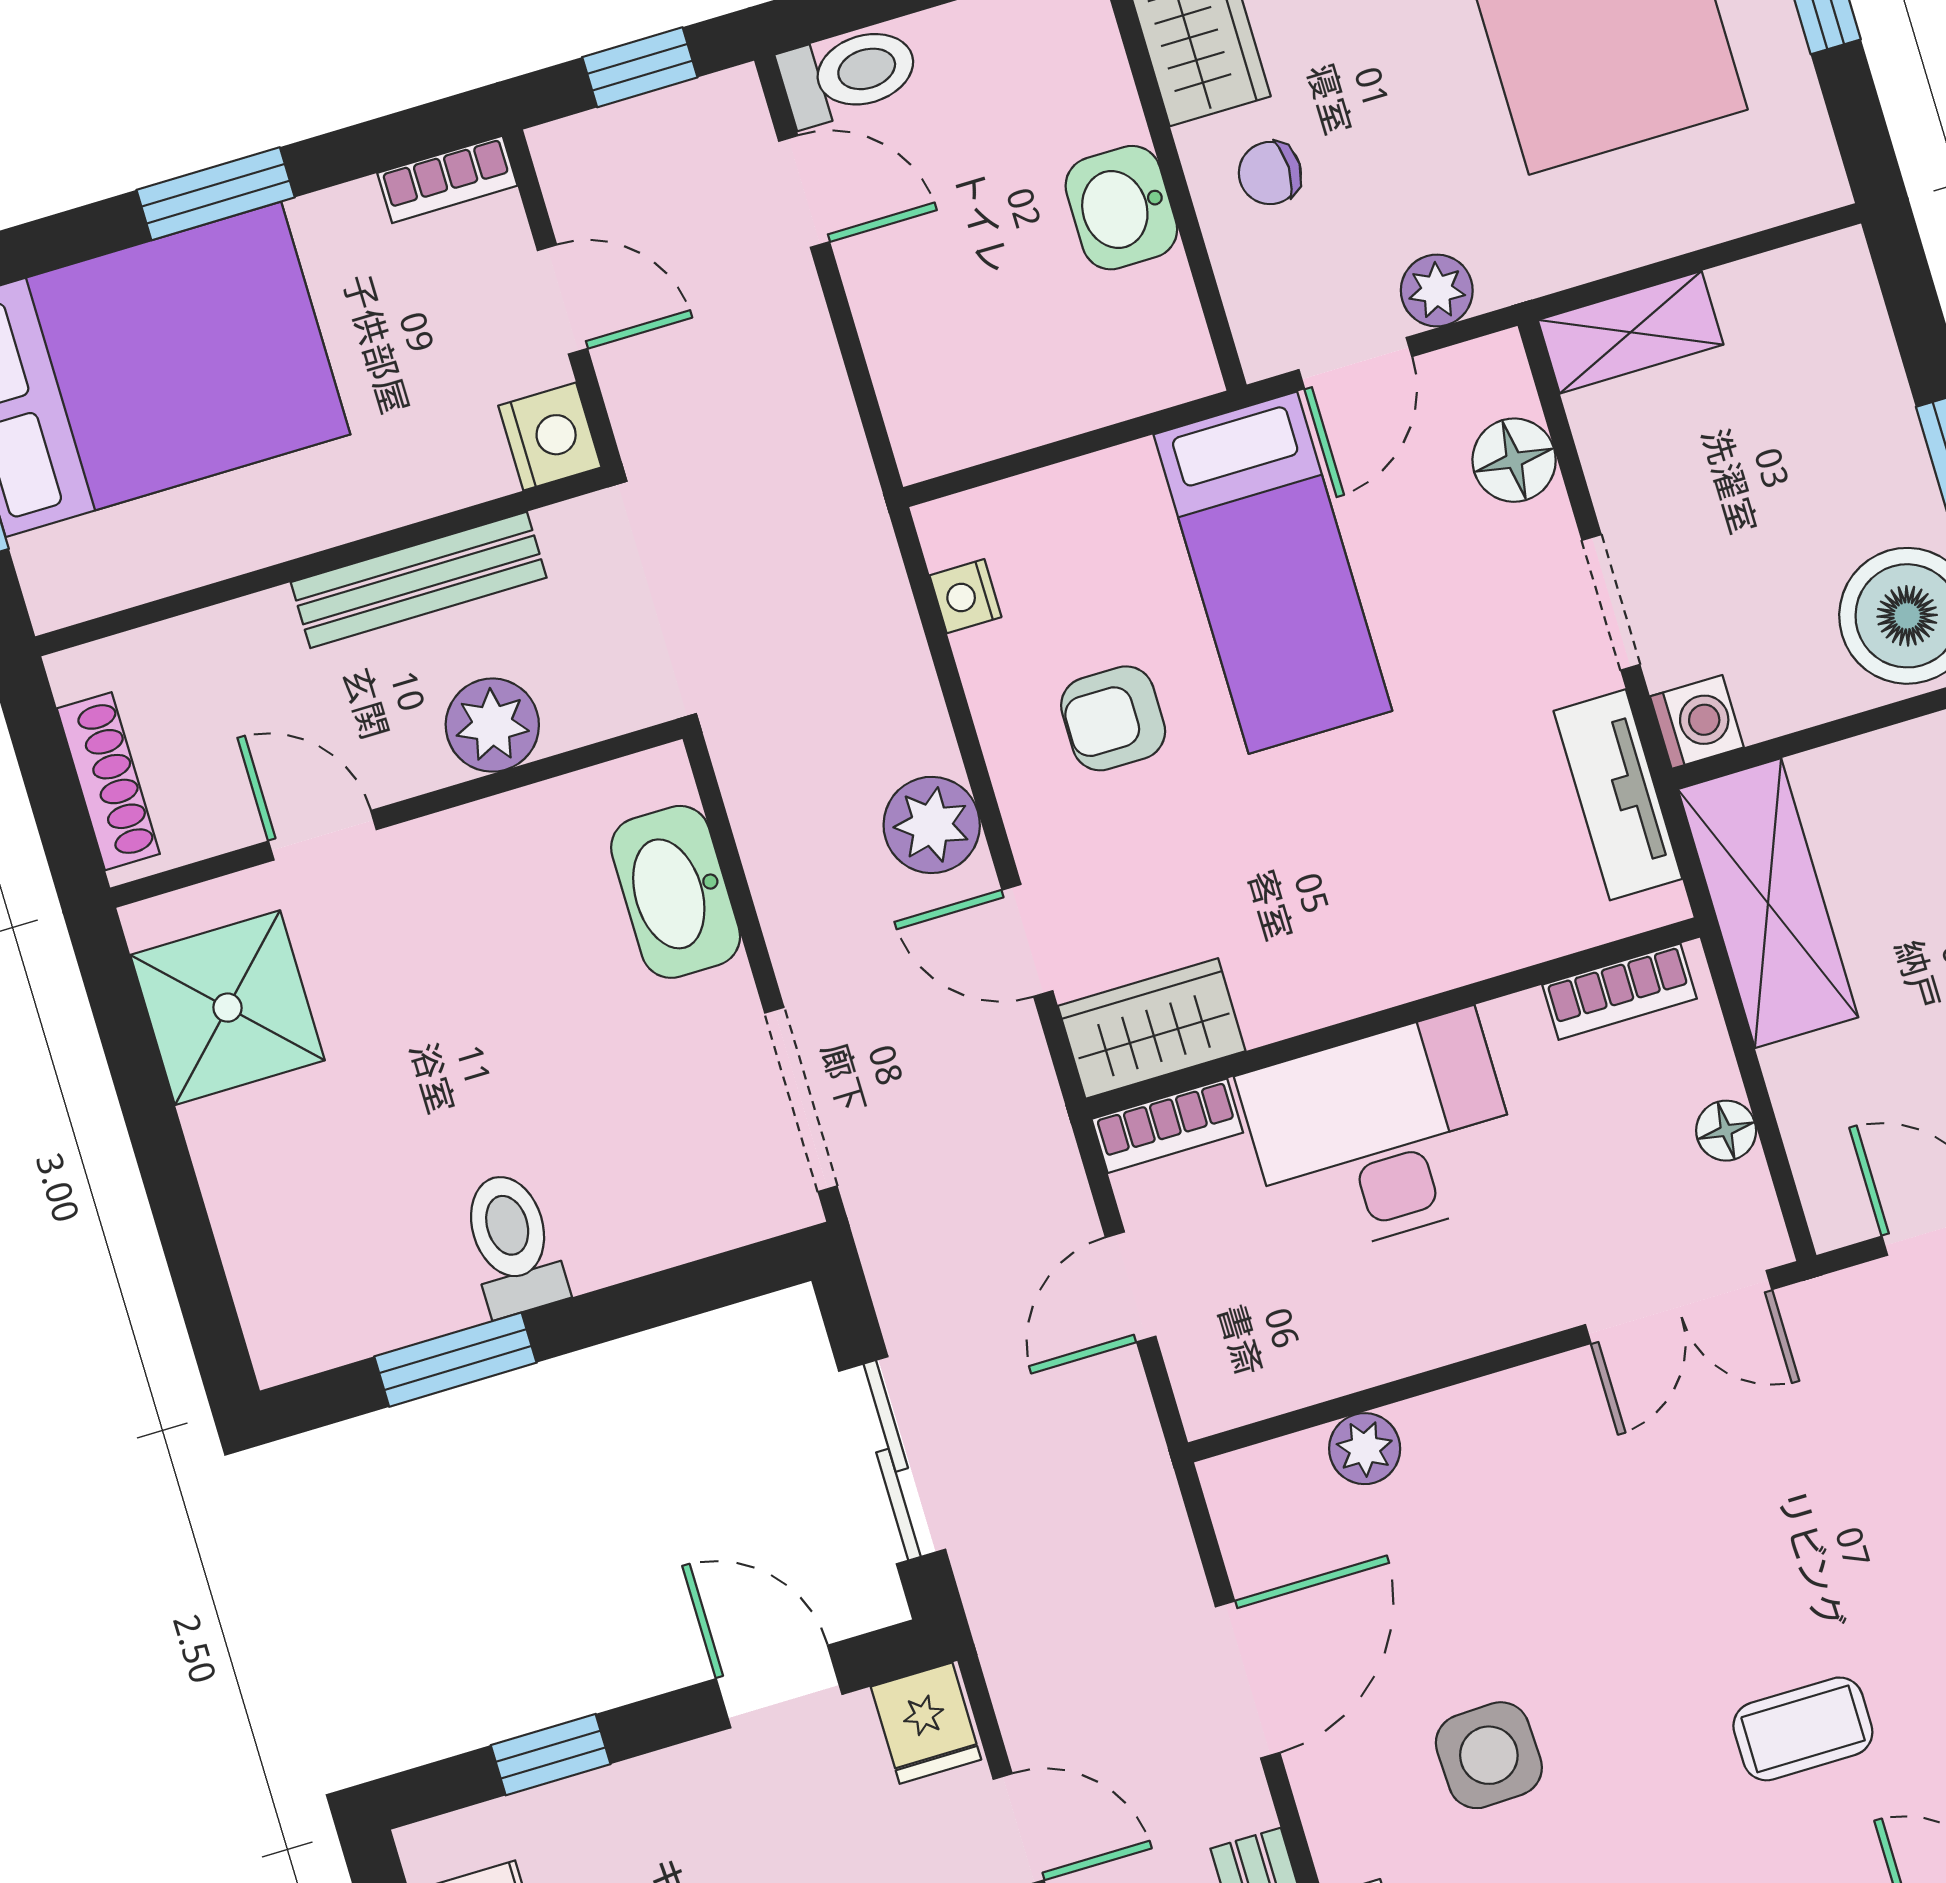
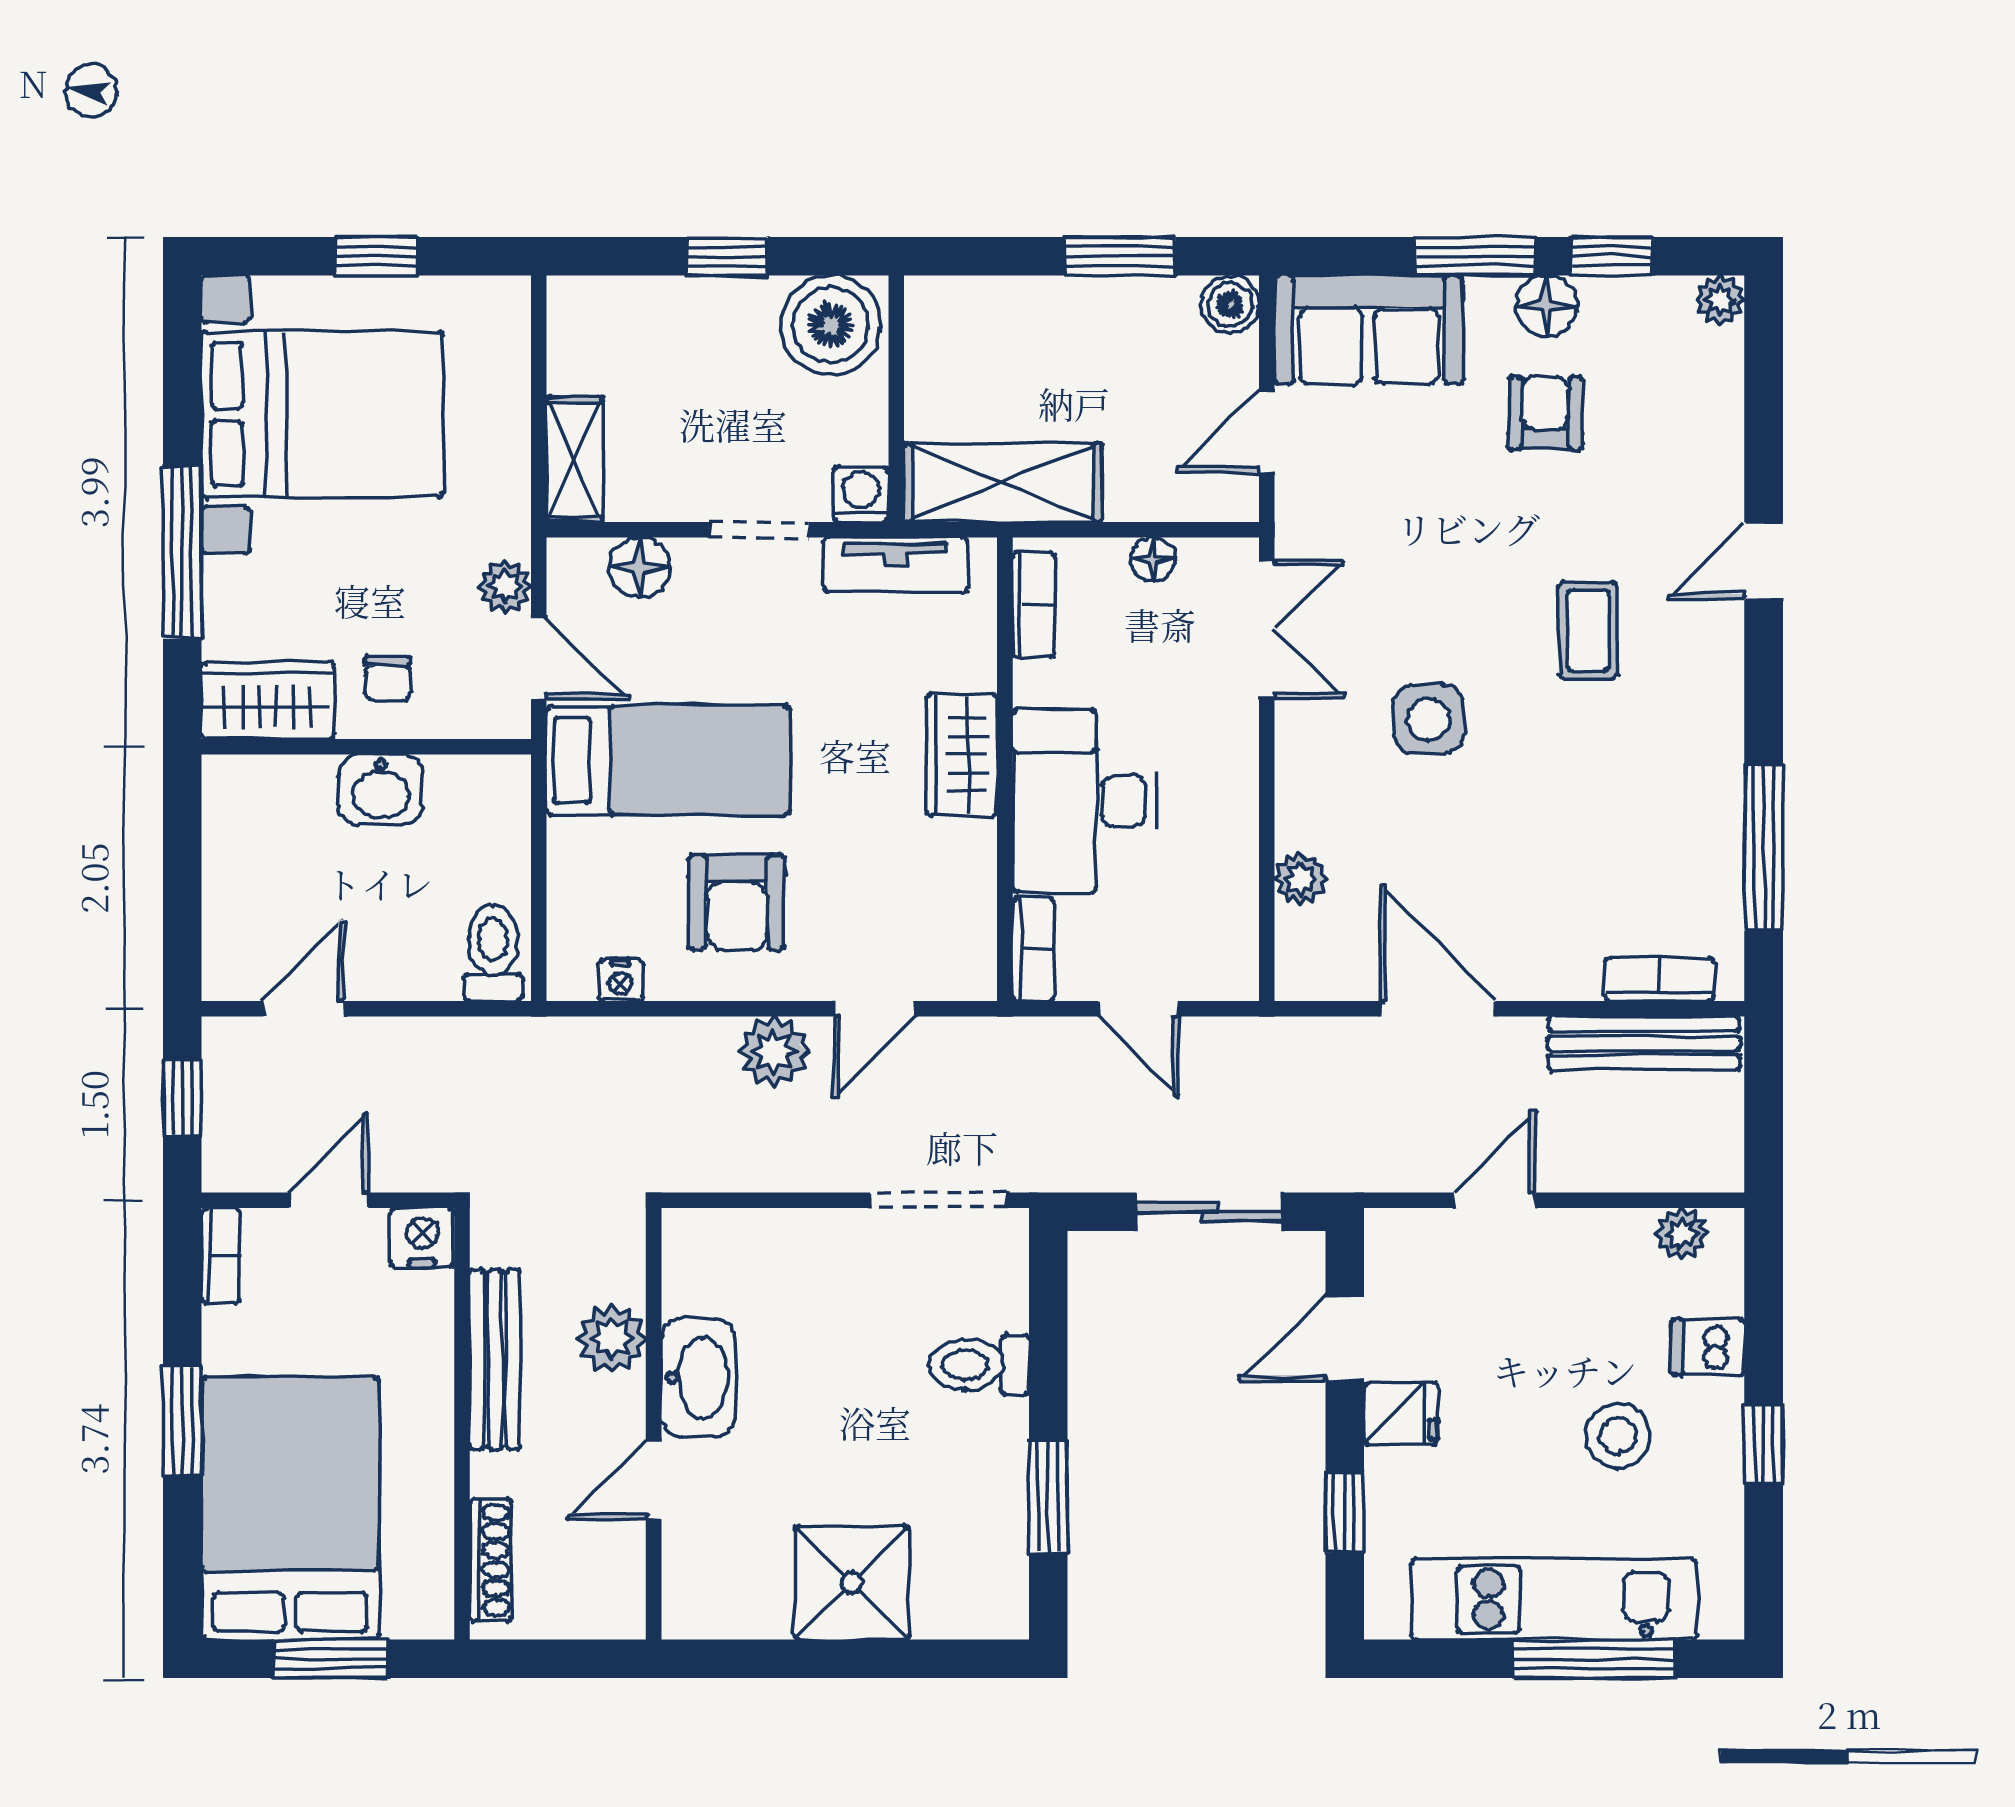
toilet: (849, 74) -> (493, 953), moved
armchair: (1113, 718) -> (737, 902), width x1.38, depth x1.38
shoe rack: (108, 781) -> (491, 1560), moved, turned 90
washbasin: (676, 892) -> (698, 1378), moved, turned -90
shower: (228, 1008) -> (852, 1582), moved
wardrobe: (1152, 1028) -> (962, 755), moved
toilet: (513, 1244) -> (979, 1365), moved
fridge: (926, 1723) -> (1401, 1413), moved
side table: (1489, 1755) -> (1428, 719), moved

